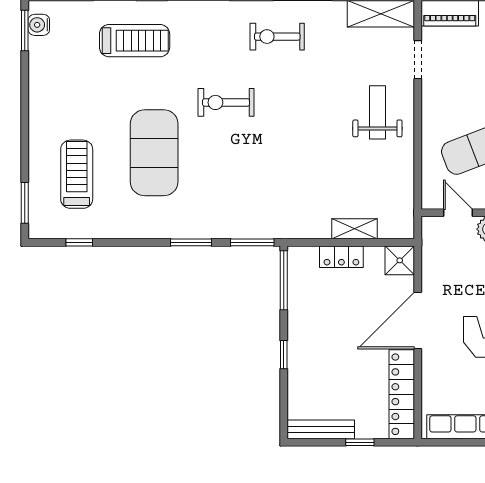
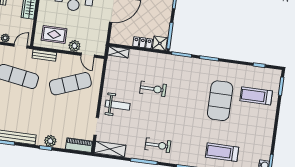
exercise bike: (226, 102) -> (153, 89), moved
weight bench: (377, 112) -> (118, 105), turned -90
treadmill: (77, 174) -> (256, 96), turned 90
shelving: (354, 229) -> (118, 52), moved
shower: (400, 260) -> (160, 43), moved

